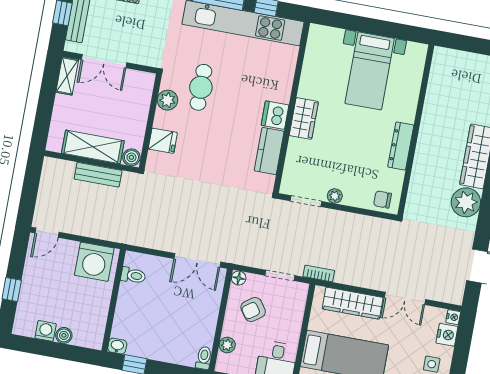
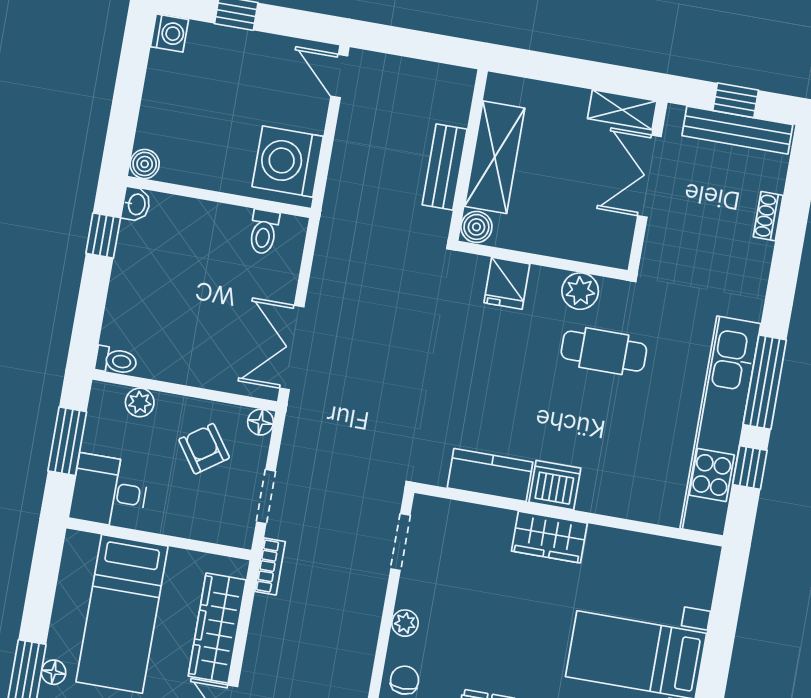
plant: (335, 196) -> (405, 623), moved
washing machine: (46, 331) -> (170, 33), moved
boiler: (64, 335) -> (145, 164), moved

